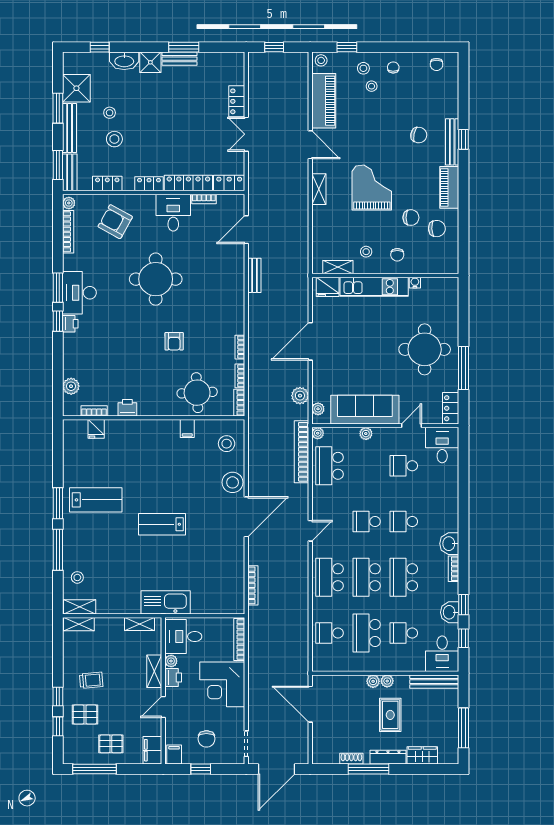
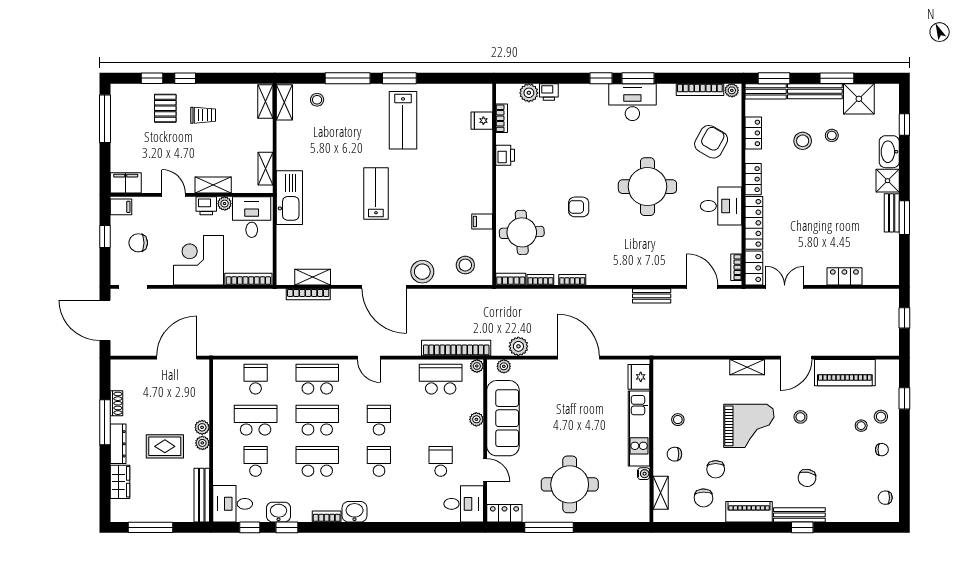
stool: (321, 60) -> (800, 417), moved
double door: (246, 134) -> (785, 287), moved
bookcase: (204, 199) -> (736, 267), moved
shelving: (338, 267) -> (661, 493), moved
printer: (70, 324) -> (549, 92), moved
shelving: (237, 581) -> (313, 277), added
trolley: (91, 680) -> (203, 115), turned -85
pallet: (111, 744) -> (133, 137), removed

